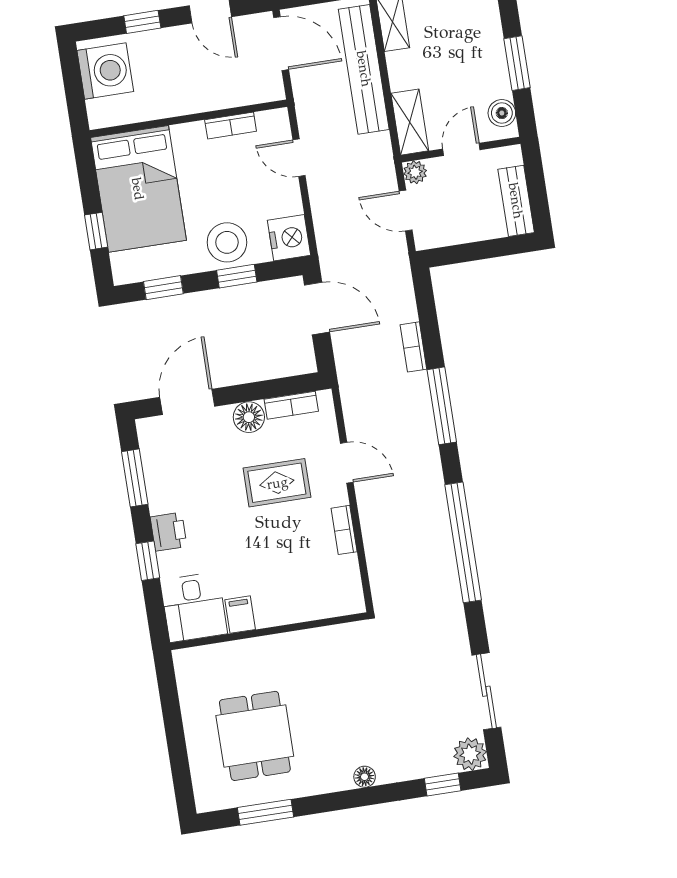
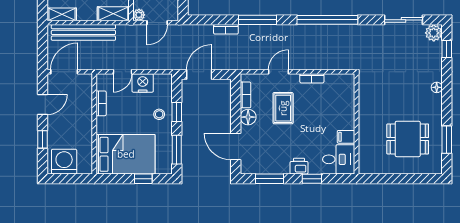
nightstand: (289, 238) -> (143, 83), moved
stool: (227, 242) -> (159, 114), width x0.53, depth x0.53
window: (163, 288) -> (177, 150), width x1.50

